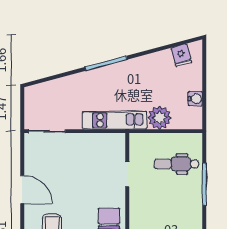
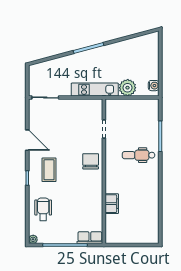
fridge: (181, 55) -> (143, 42), removed
water cooler: (195, 99) -> (154, 86), moved
dental chair: (176, 164) -> (139, 155), moved

